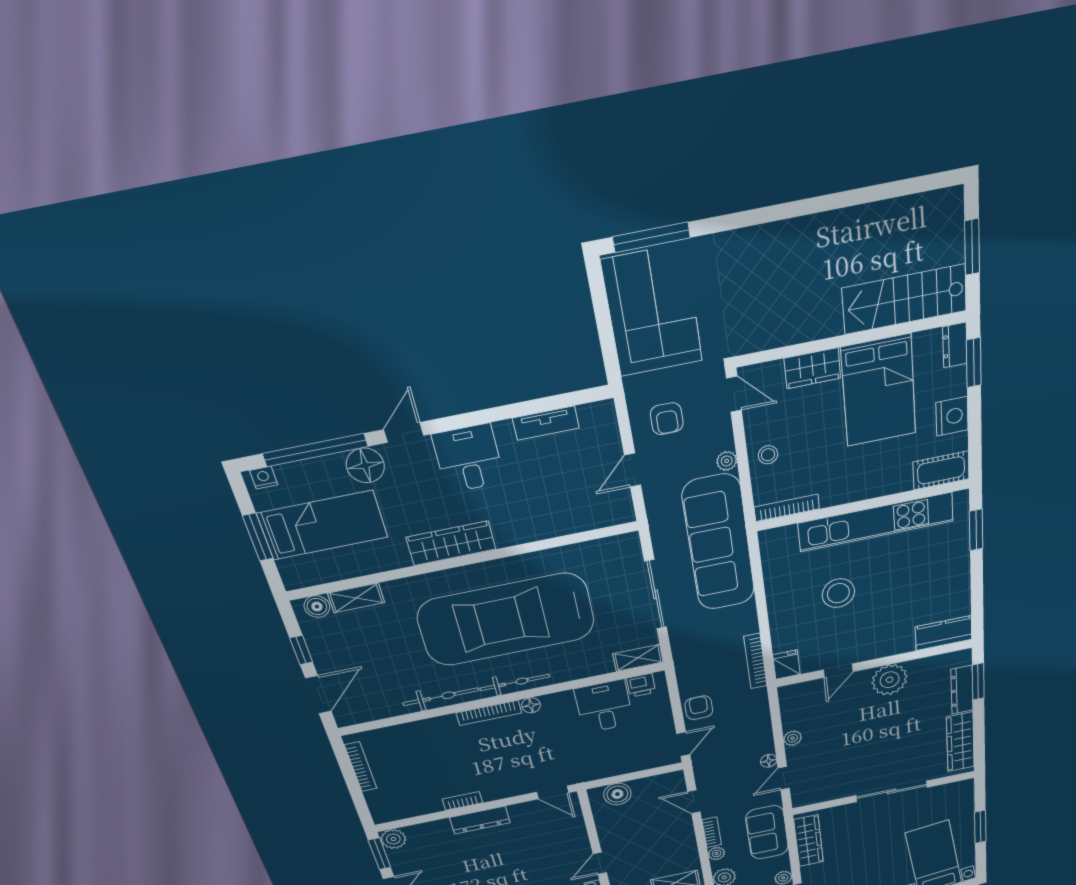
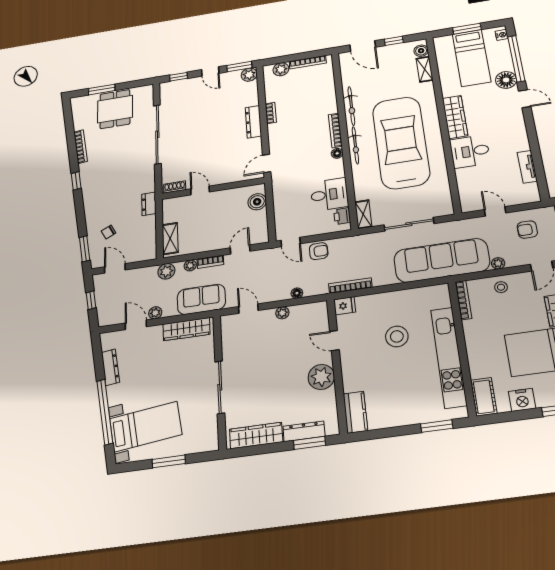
desk: (468, 458) -> (470, 151), moved, turned 180
floor lamp: (769, 761) -> (297, 293), moved
plant: (379, 800) -> (281, 69), added

